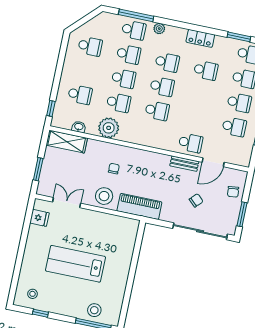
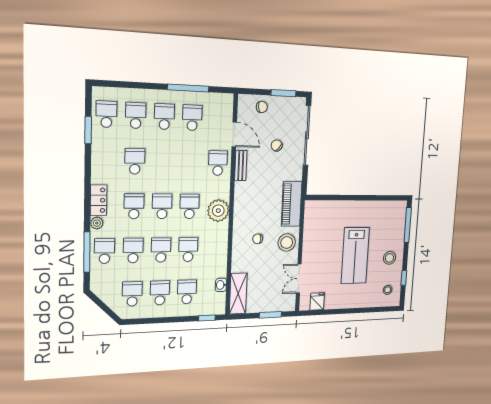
locker: (200, 38) -> (99, 200), moved
school desk: (85, 70) -> (160, 293), added
plant: (109, 128) -> (218, 211), moved
stool: (94, 310) -> (389, 258), moved

